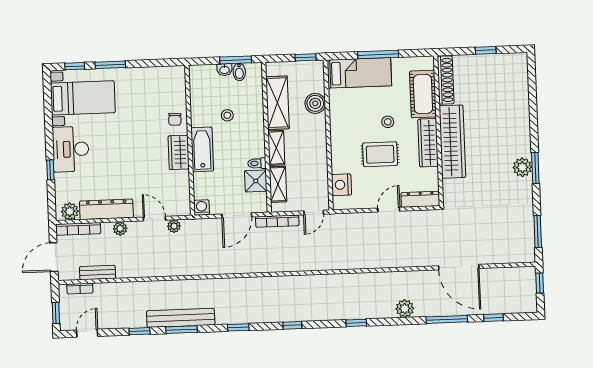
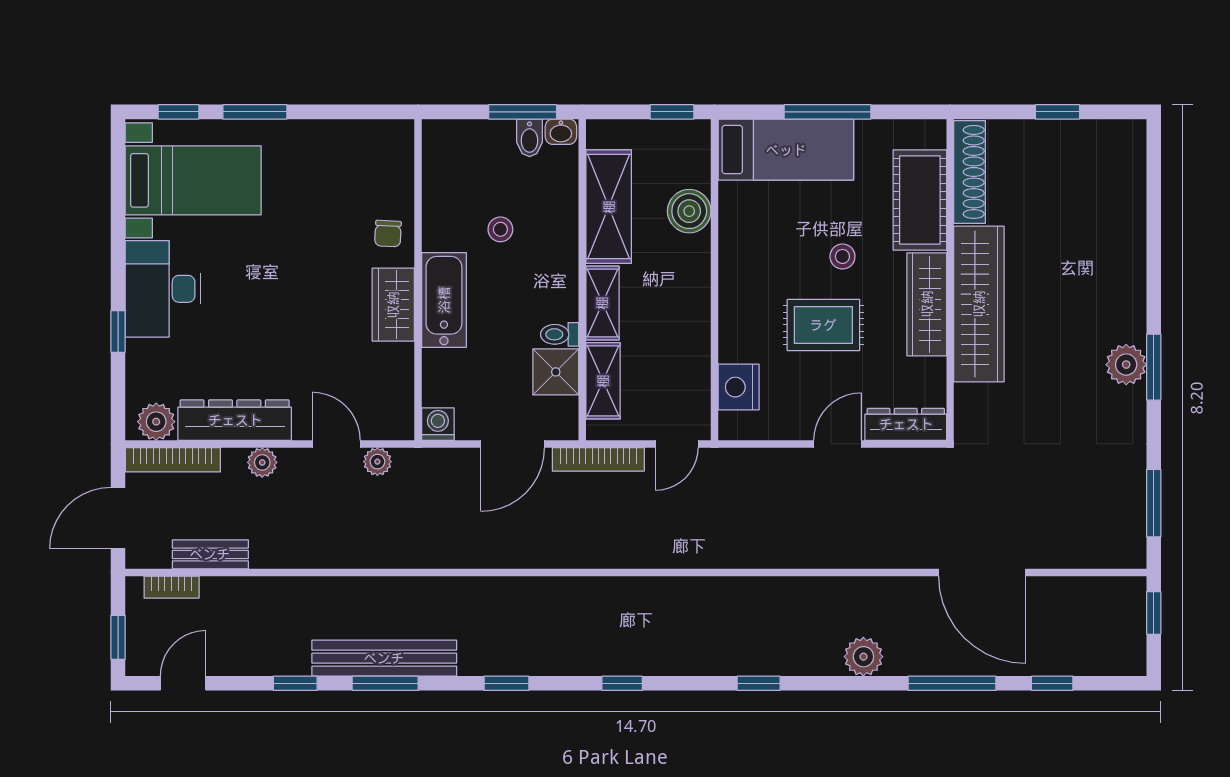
washbasin: (224, 70) -> (561, 132), moved

